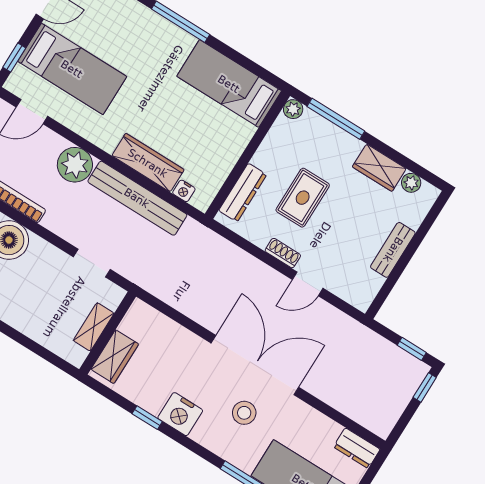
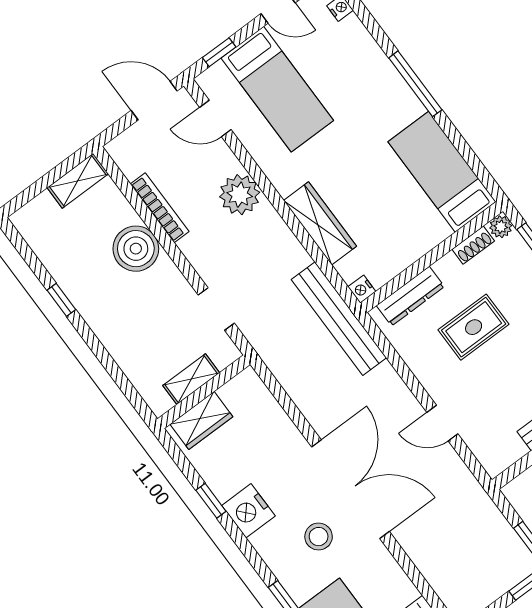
nightstand: (184, 191) -> (362, 289), moved
bench: (137, 198) -> (339, 319), moved
shoe rack: (283, 253) -> (473, 245), moved, turned 90

